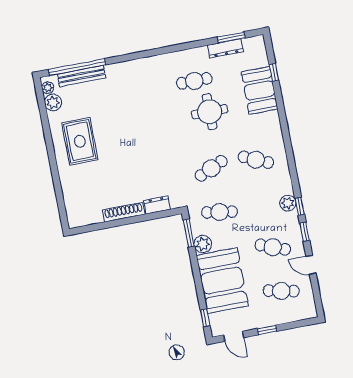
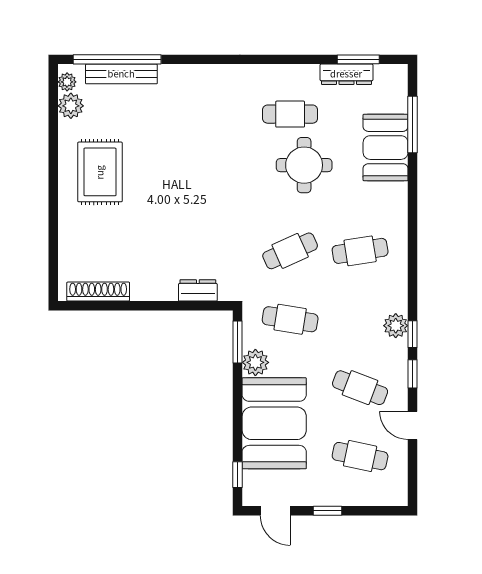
window: (274, 72) -> (413, 124), width x2.17
cafe table: (256, 160) -> (360, 251), turned -33
shoe rack: (124, 212) -> (98, 292), moved

